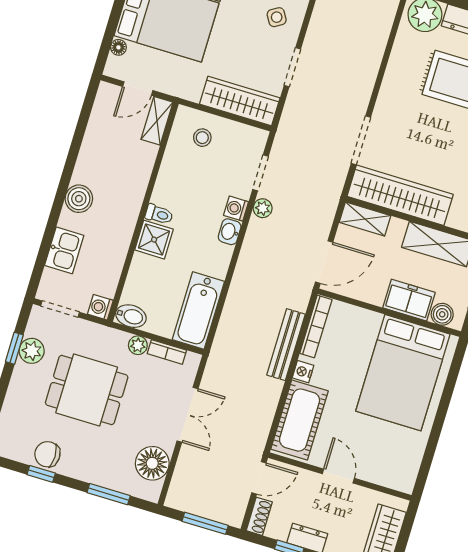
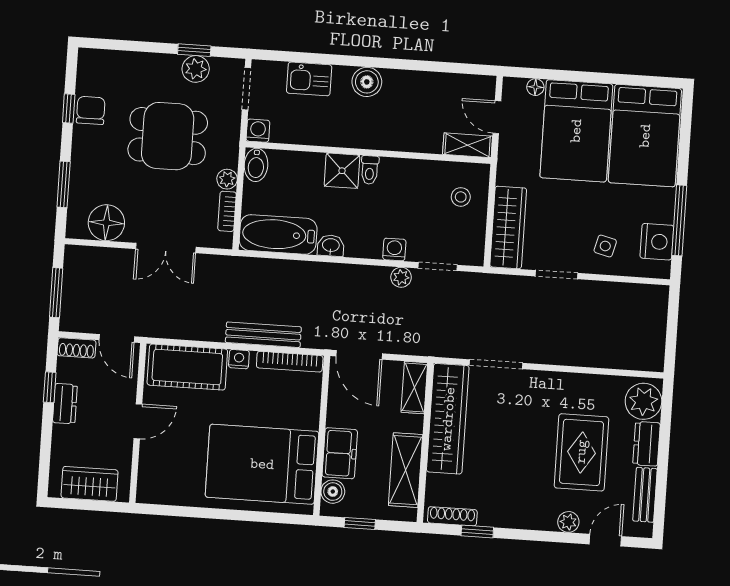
side table: (277, 17) -> (605, 246), turned 45
washbasin: (230, 232) -> (331, 246), moved
dining table: (87, 390) -> (168, 136), turned 90

